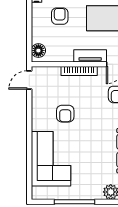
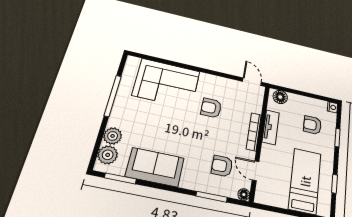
armchair: (60, 16) -> (312, 125), turned 180
tv unit: (90, 56) -> (271, 127), moved

